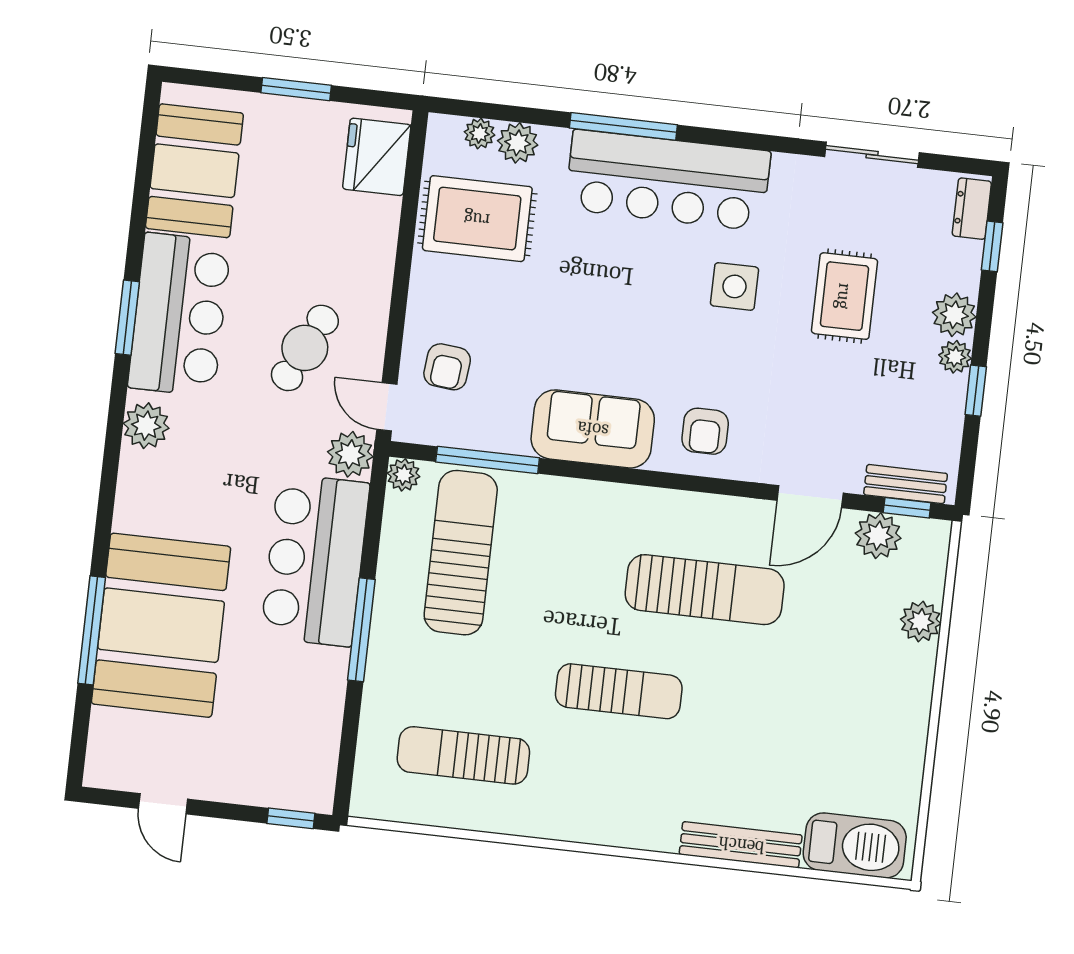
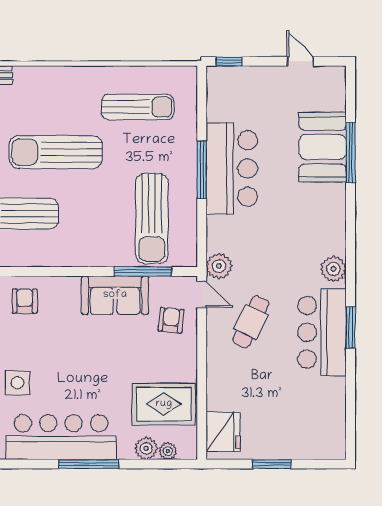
booth: (194, 171) -> (323, 413), removed
sofa: (593, 429) -> (115, 295), moved
plant: (404, 475) -> (188, 258), removed
bar counter: (315, 560) -> (232, 169), moved
booth: (161, 625) -> (323, 147), width x0.73, depth x0.70
sun lounger: (619, 691) -> (56, 152), width x1.36, depth x1.34

